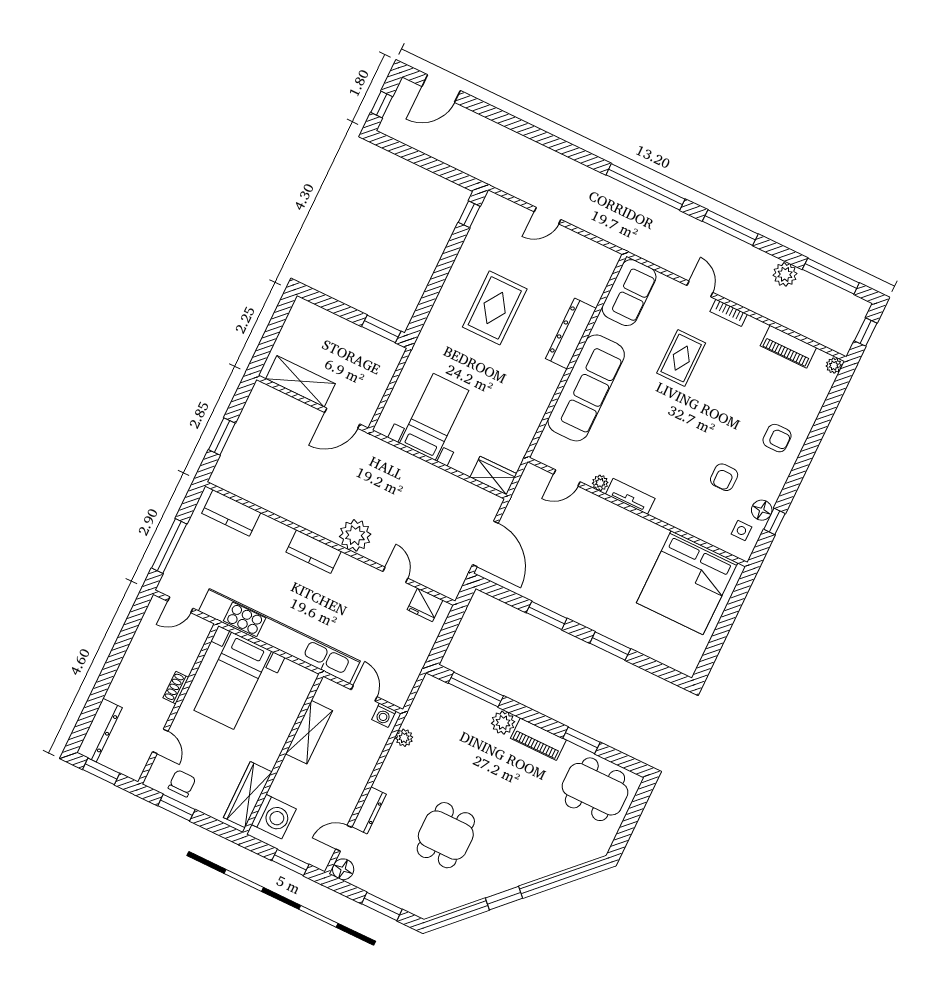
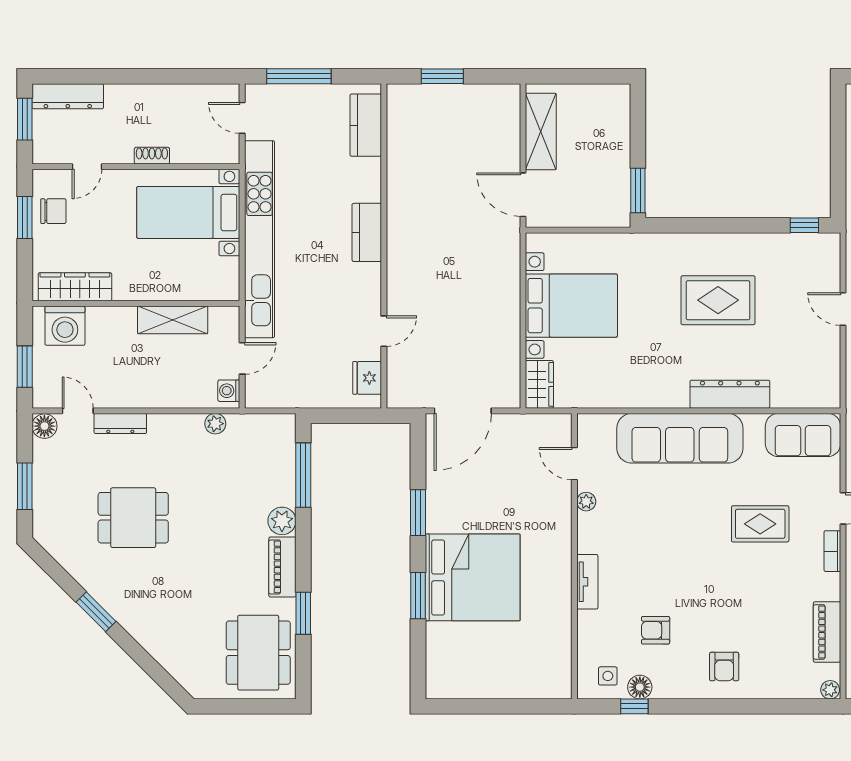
bed with nightstands: (434, 417) -> (571, 306), width x1.36
tv unit: (630, 496) -> (587, 582), moved
plant: (355, 535) -> (405, 268), removed
bed: (687, 583) -> (473, 577), moved, turned 180

